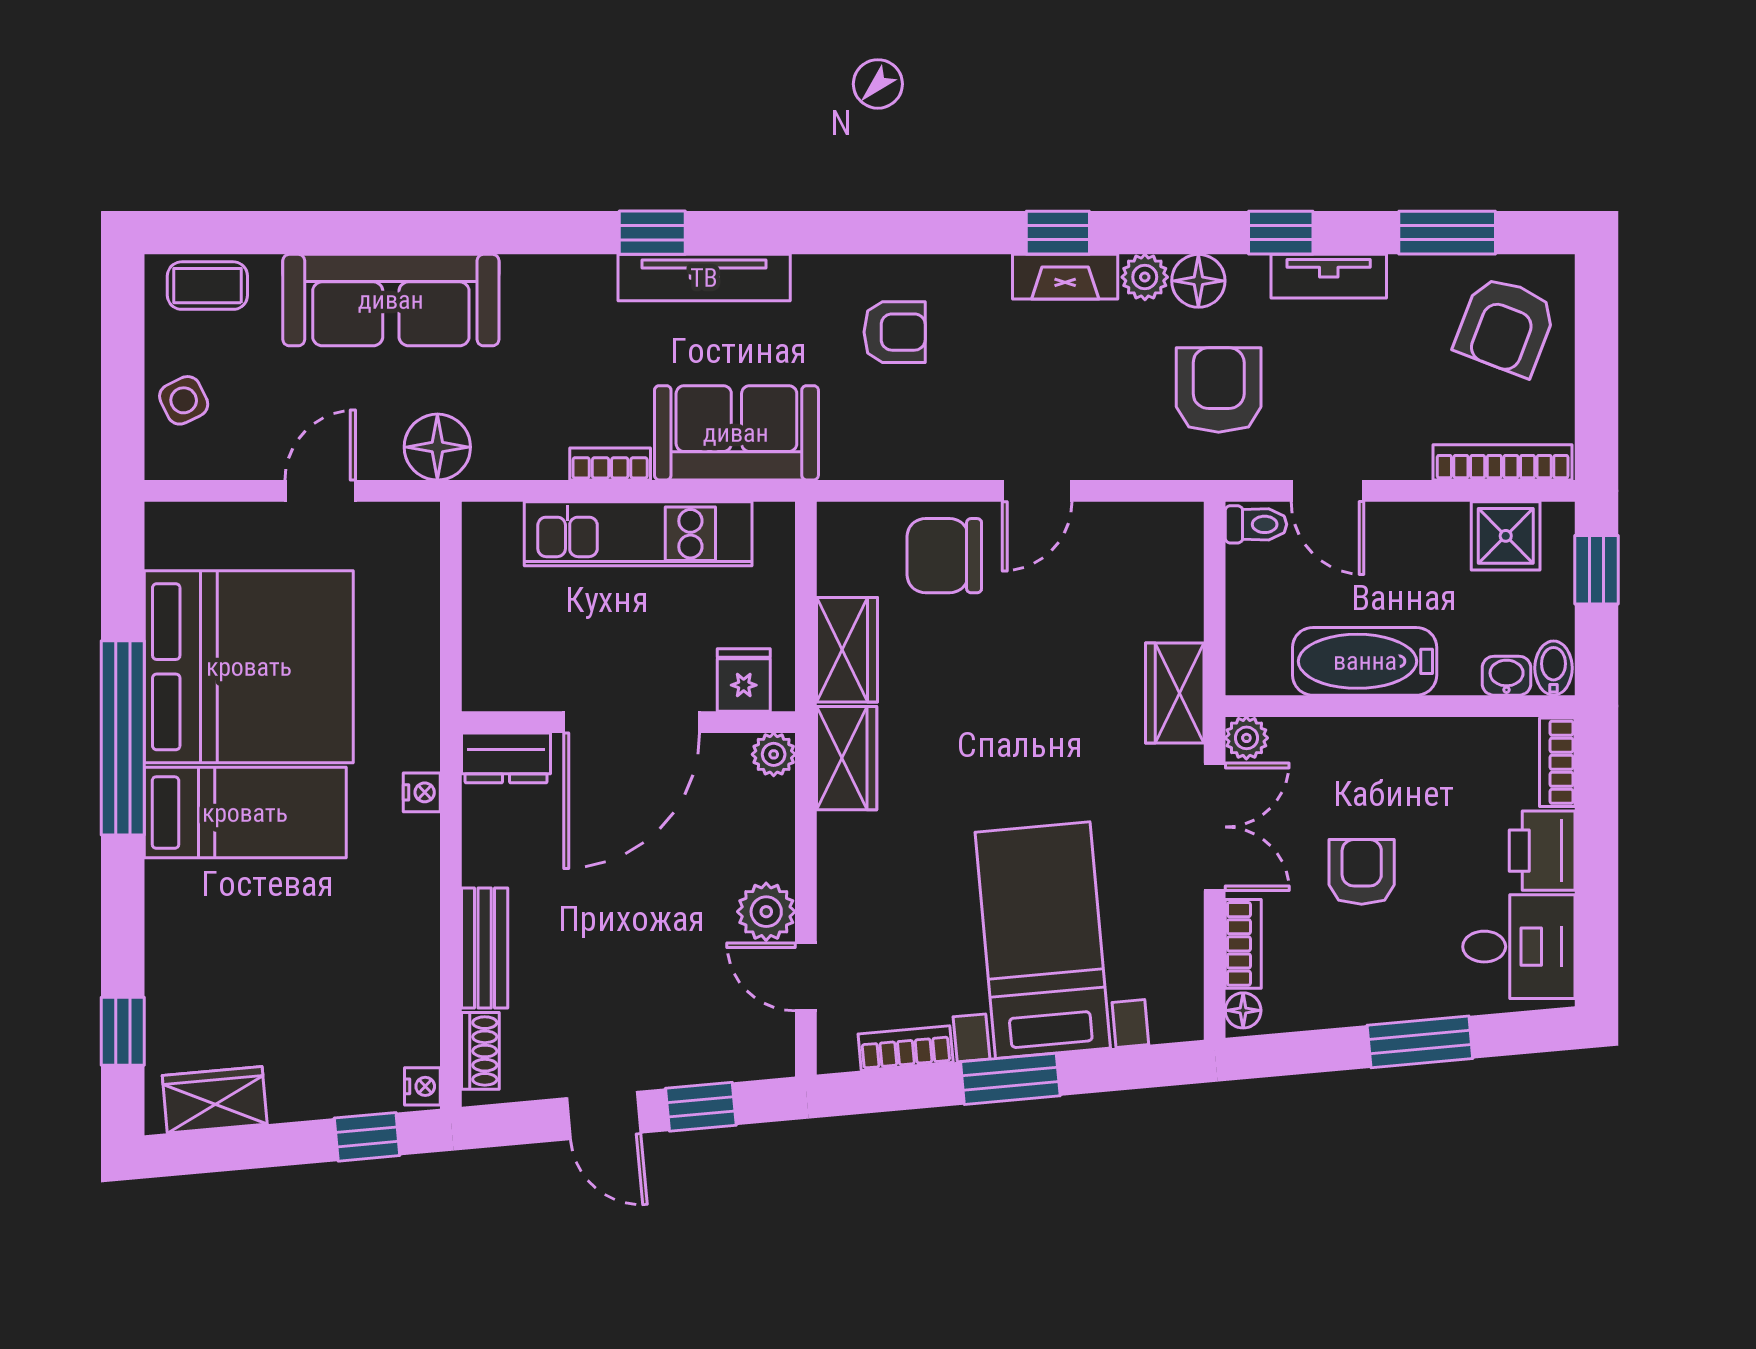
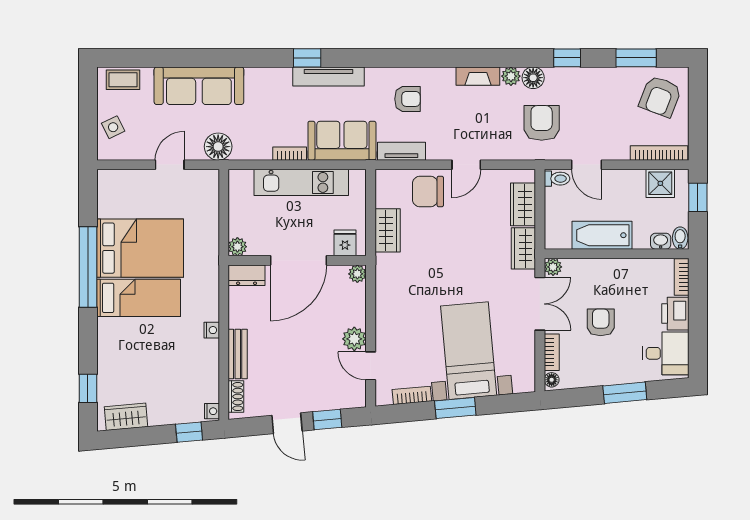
window: (1058, 233) -> (475, 58), removed
tv unit: (1329, 276) -> (401, 151), moved, turned 180
bed: (249, 667) -> (140, 248), width x0.73
plant: (484, 689) -> (237, 247), added
wardrobe: (847, 758) -> (523, 204), moved, turned 180
nightstand: (422, 792) -> (212, 330), moved

